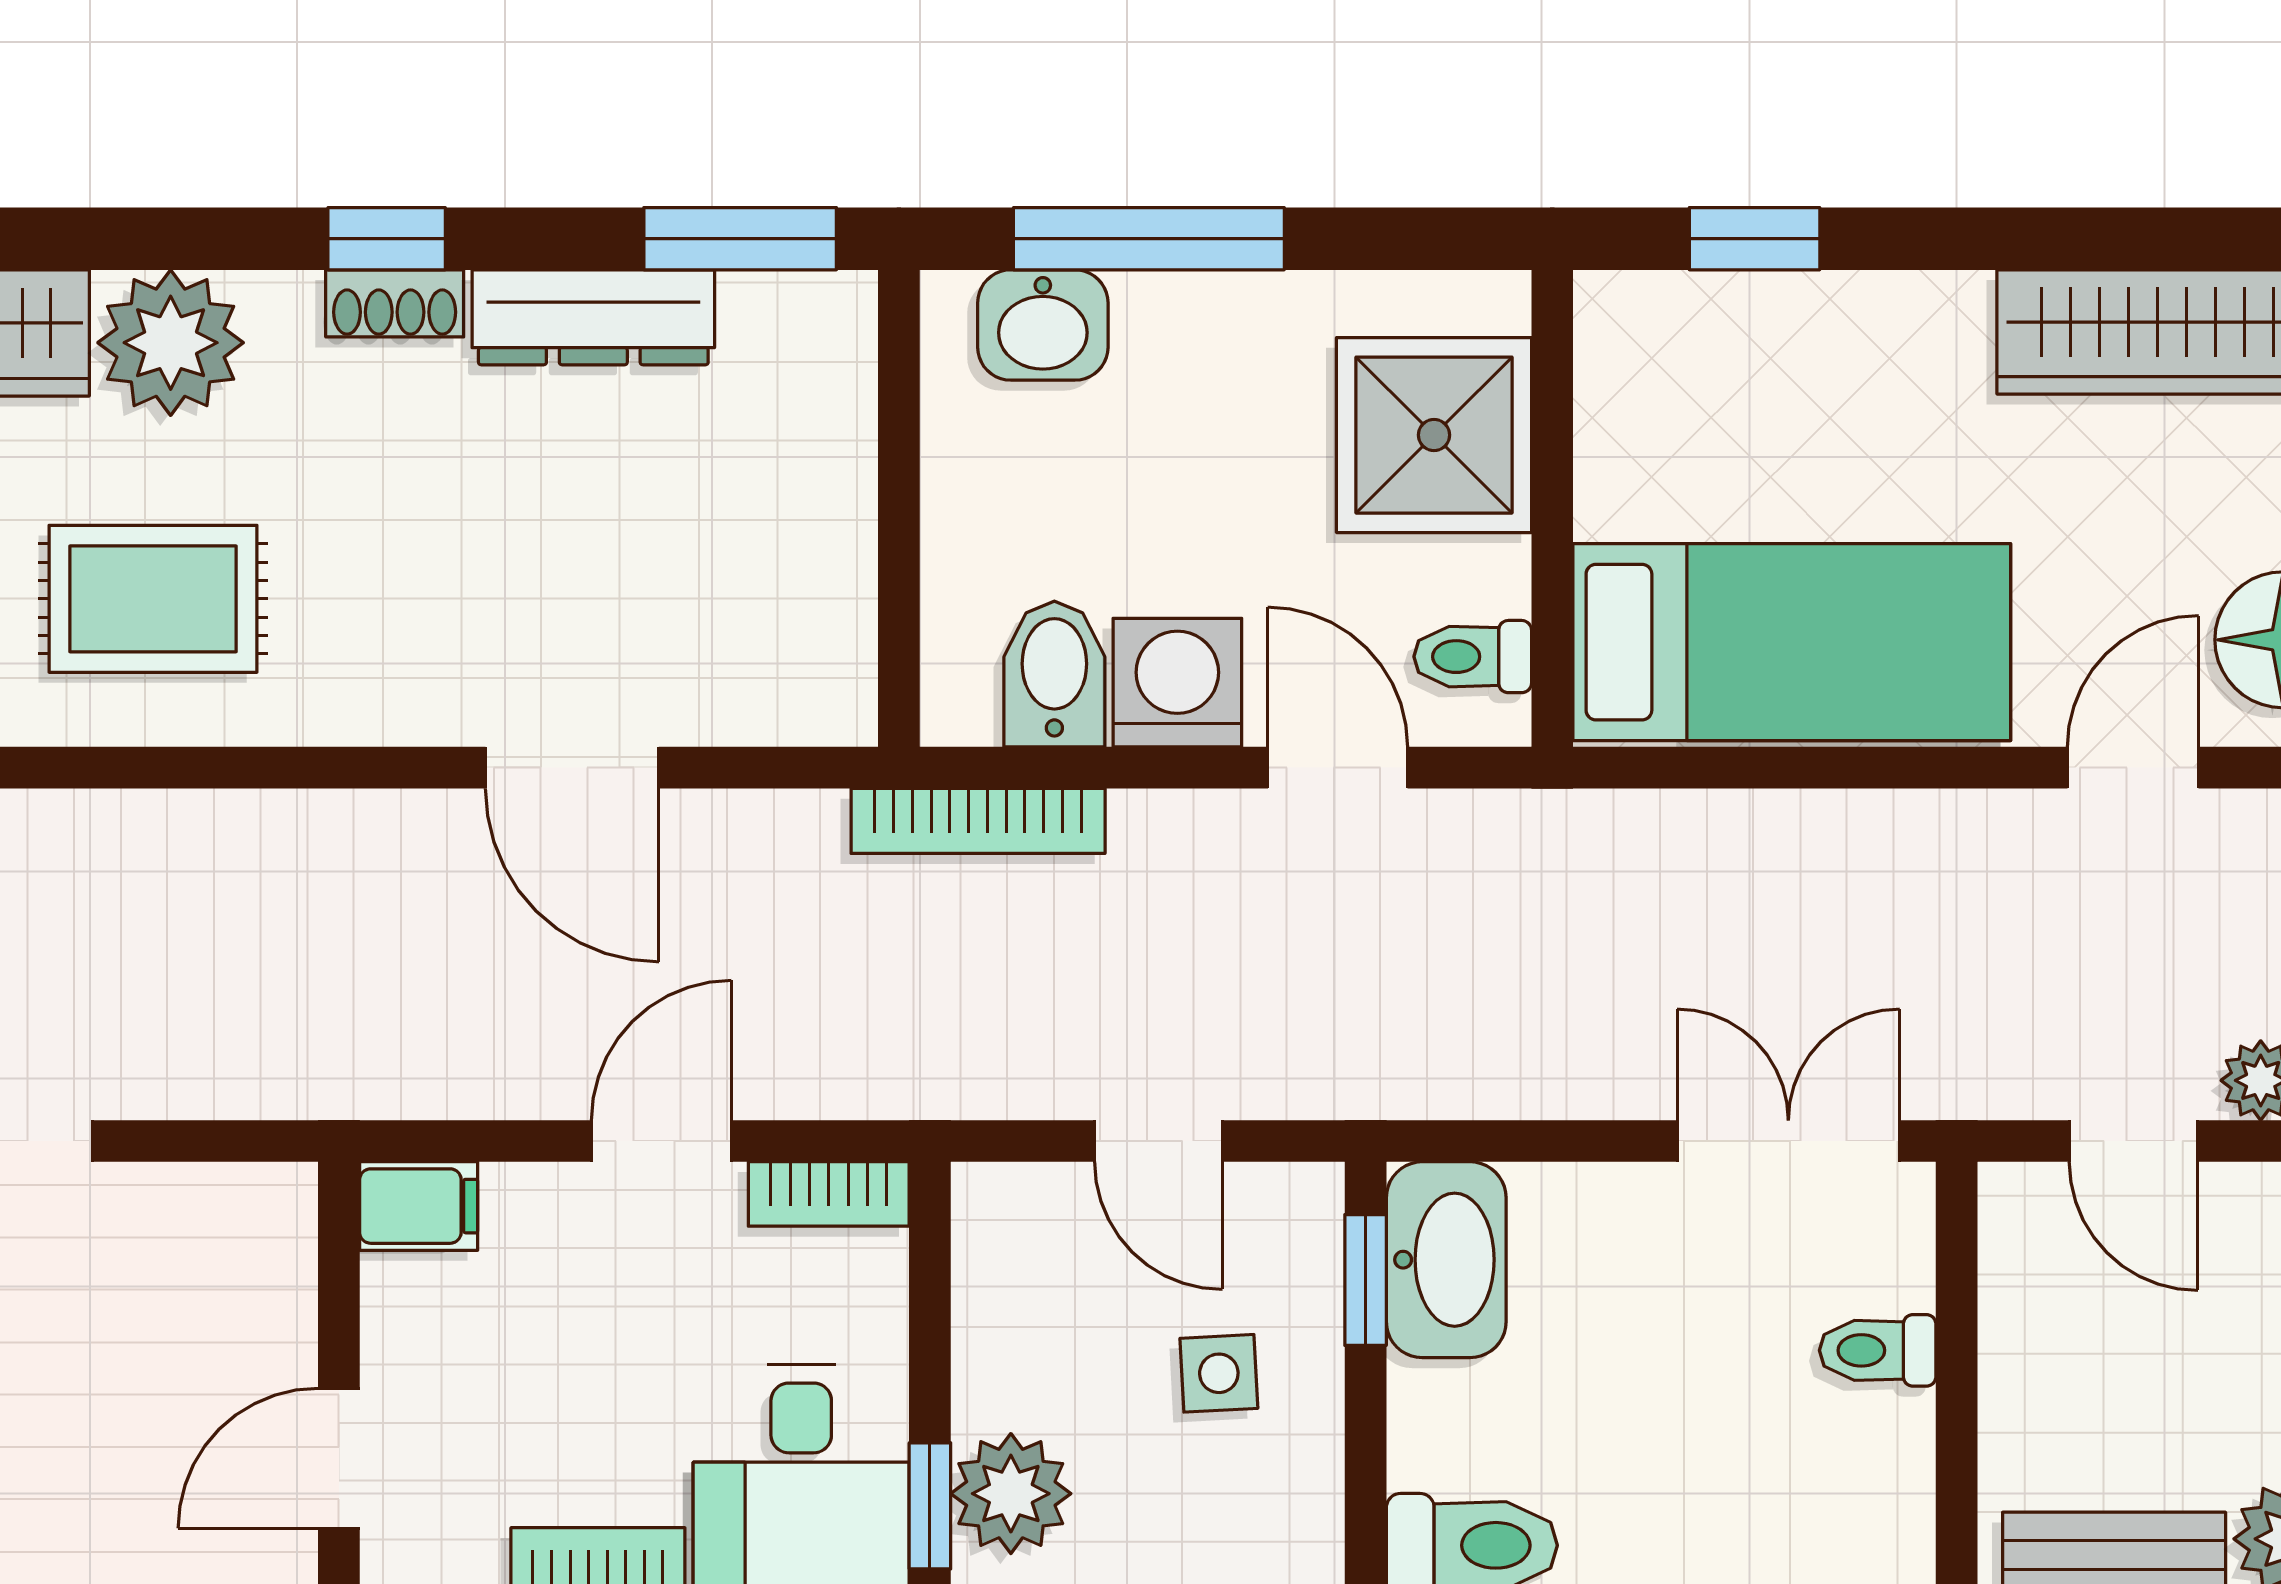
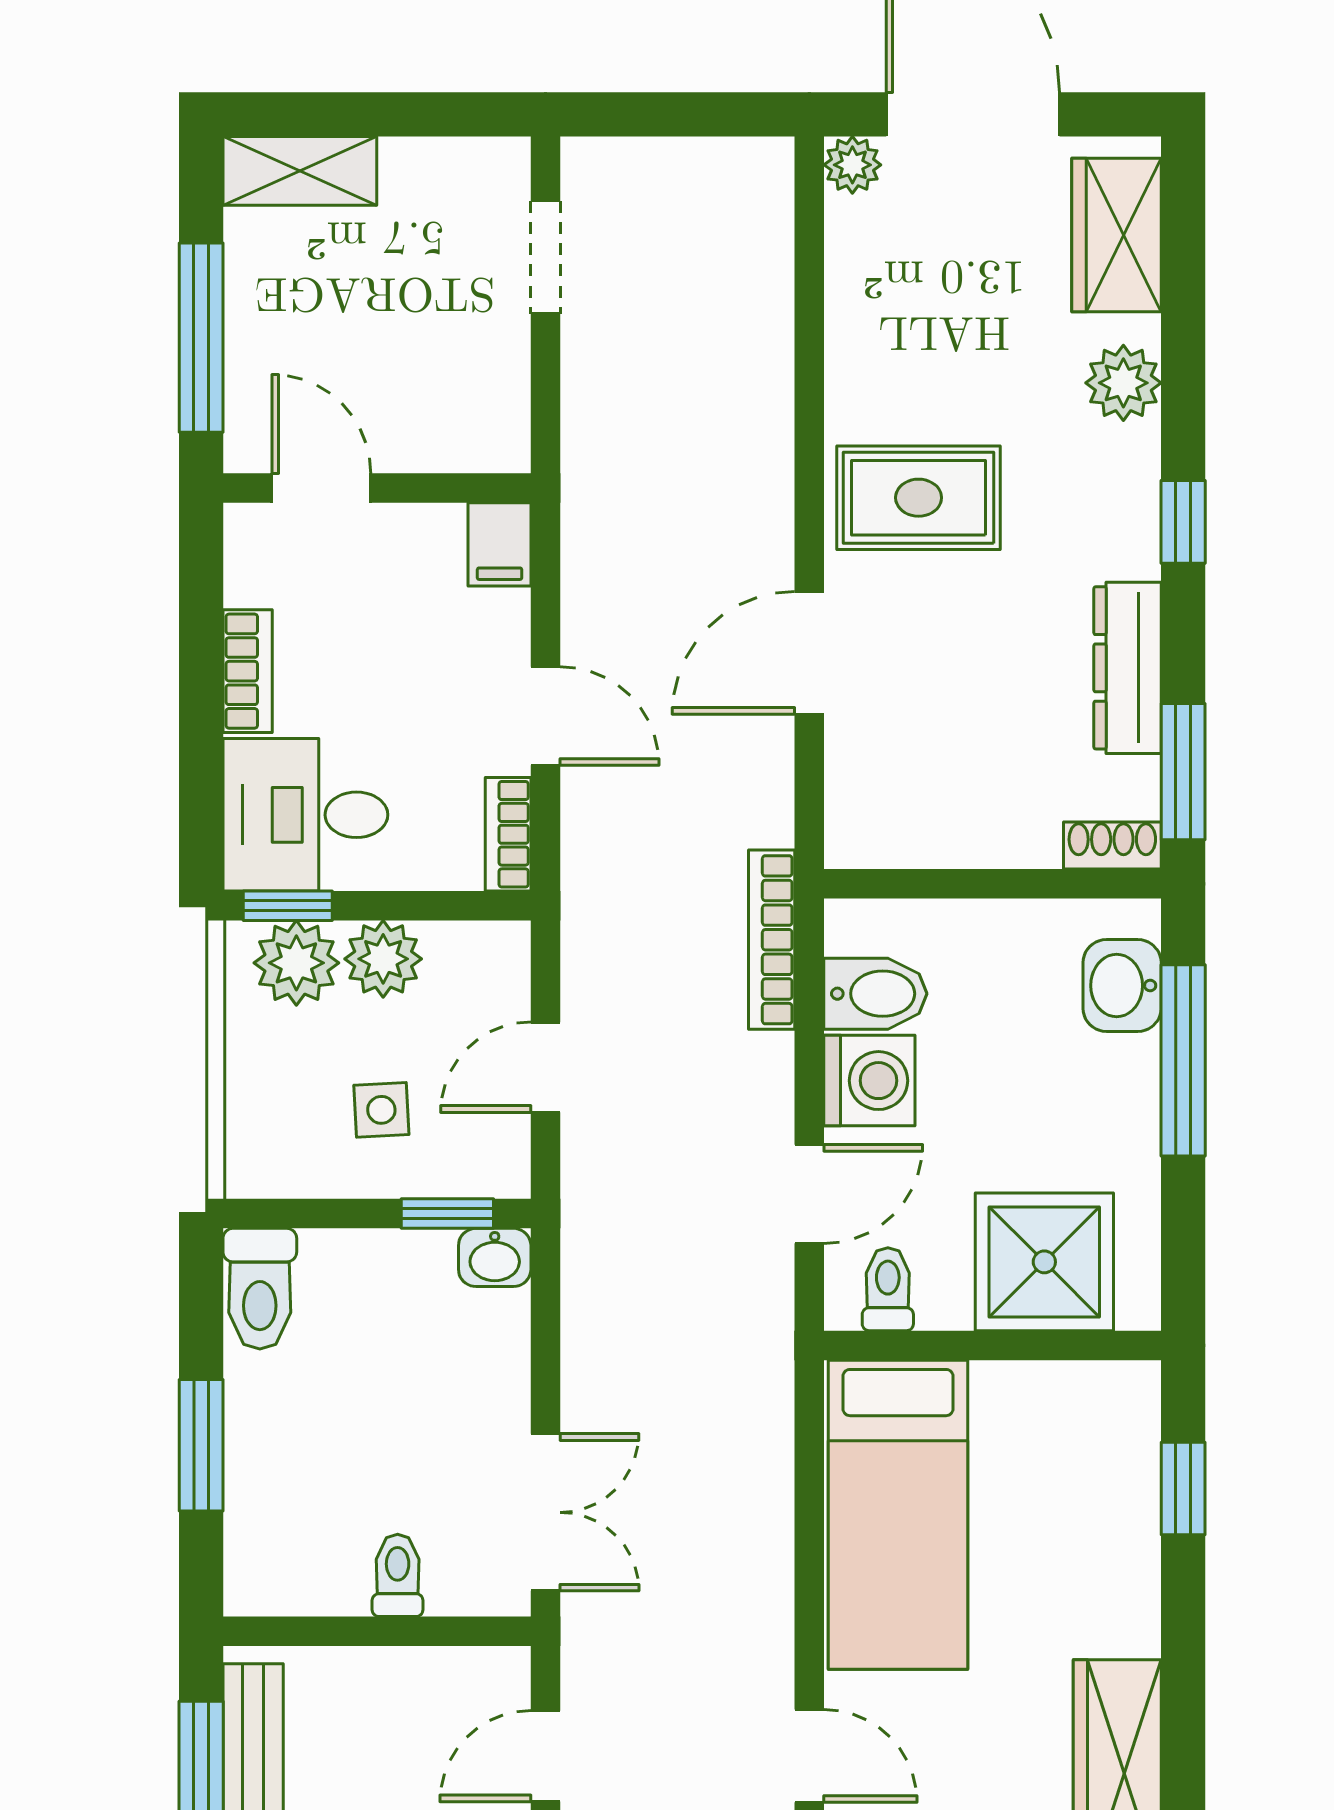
shoe rack: (395, 303) -> (1112, 845), moved, turned 90
plant: (171, 343) -> (1123, 383), width x0.73, depth x0.73
rug: (153, 599) -> (919, 498), moved, turned 90
washbasin: (1446, 1260) -> (495, 1257), width x0.52, depth x0.69
plant: (1005, 1371) -> (383, 959), added

